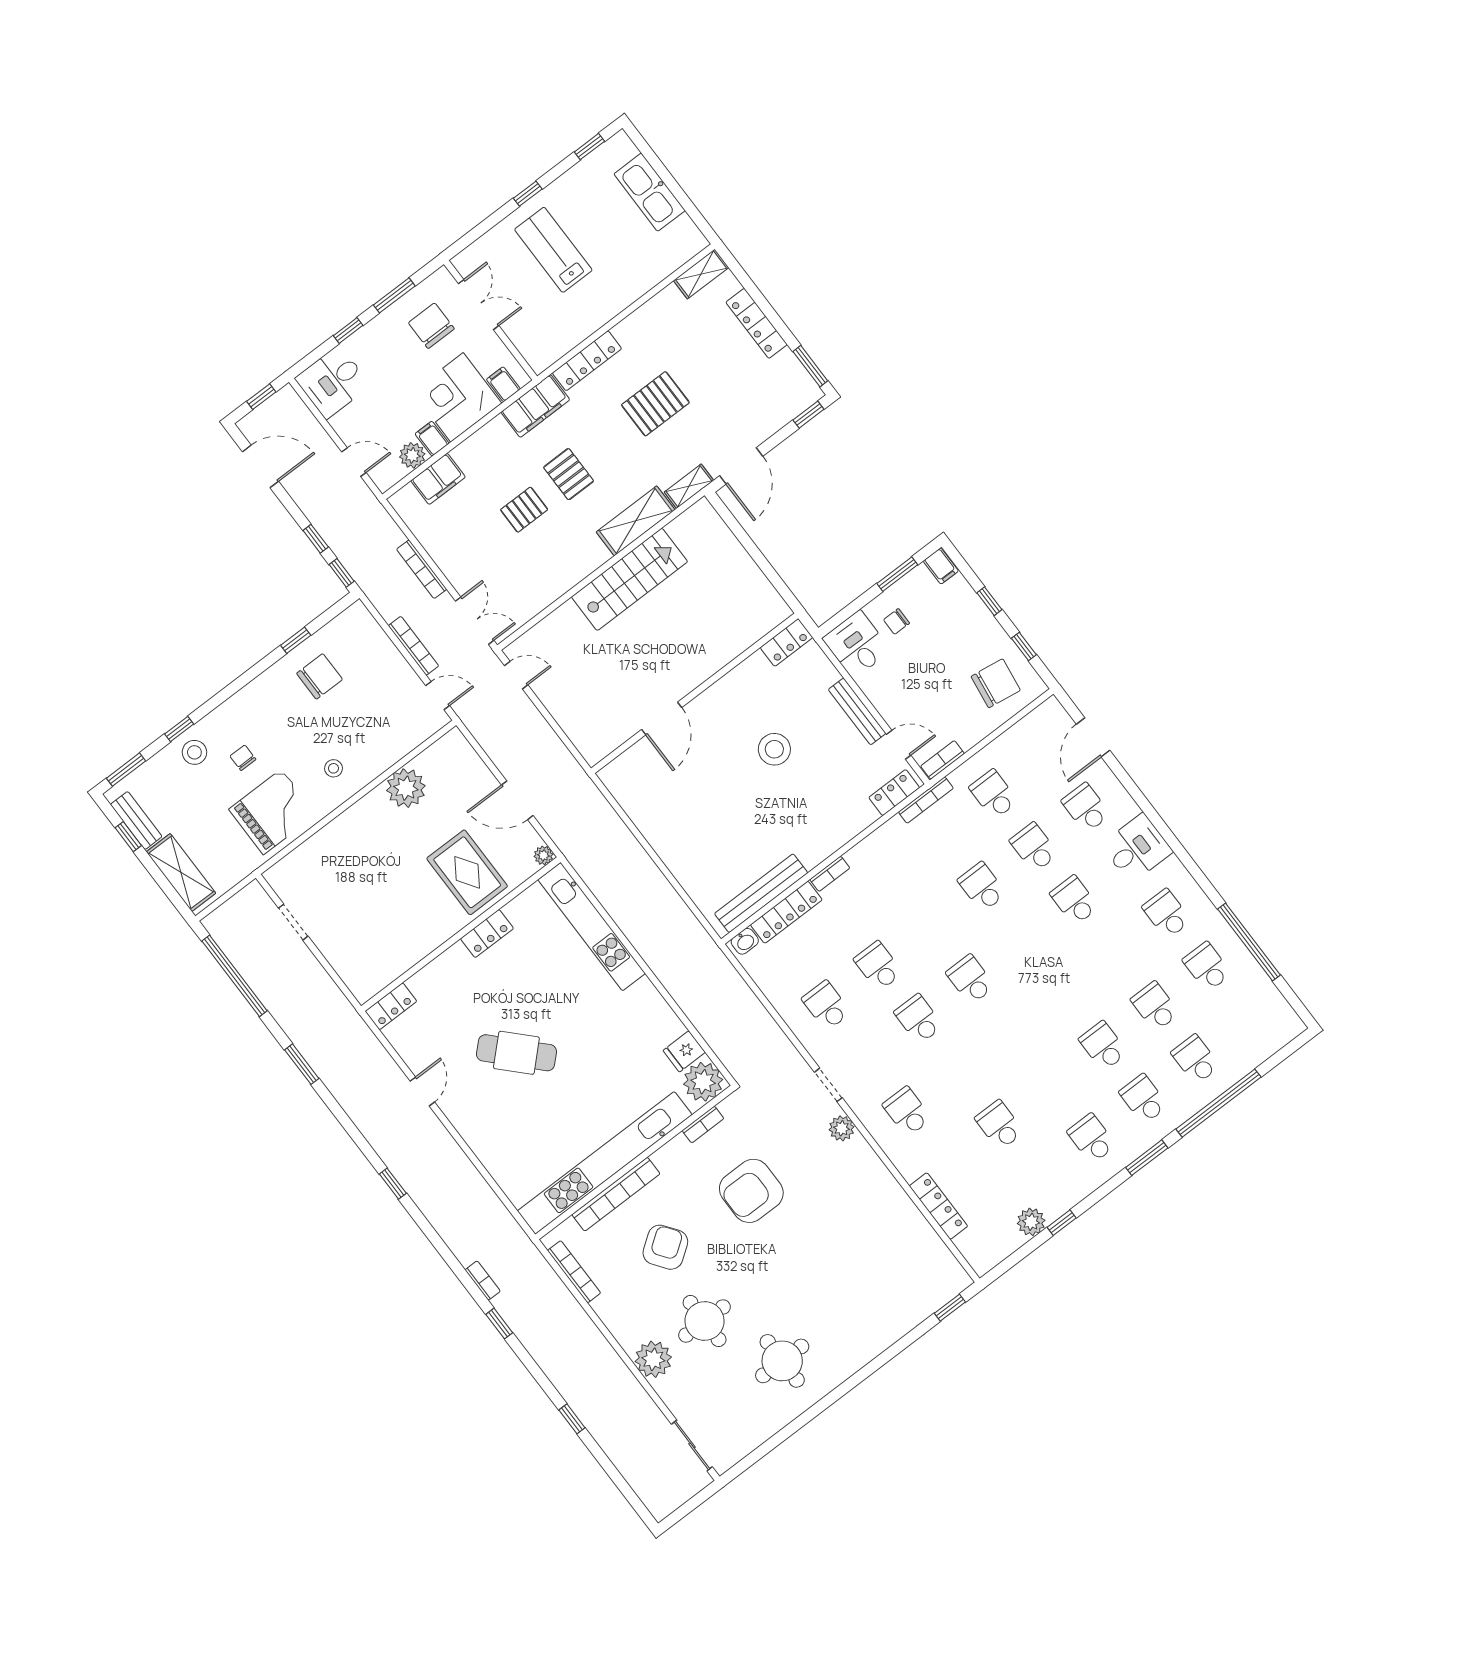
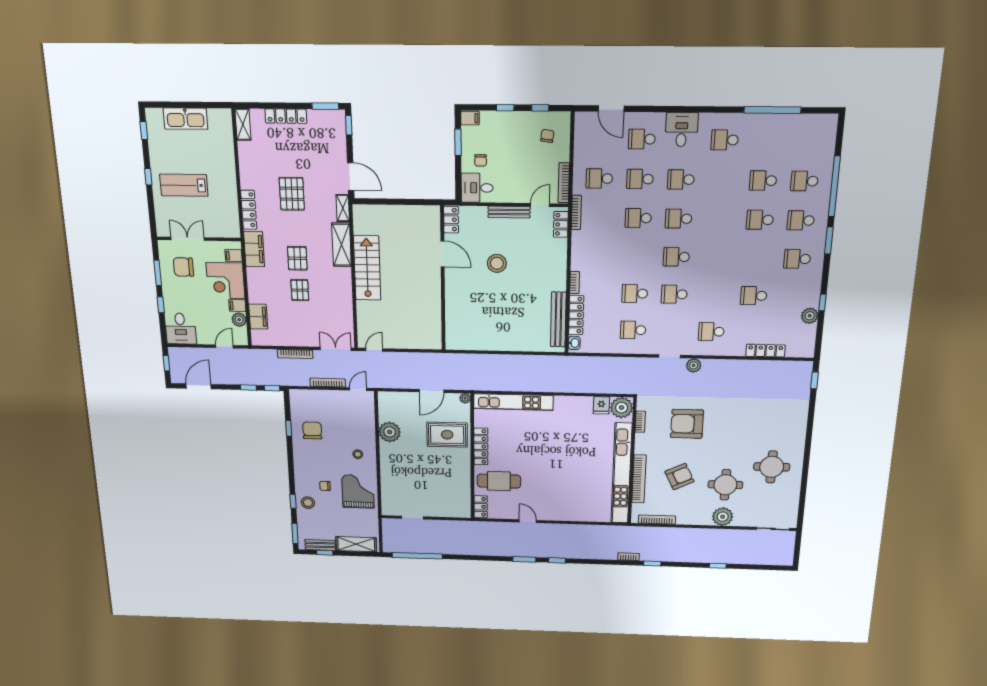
pallet: (569, 474) -> (297, 258), turned 90
chair: (996, 683) -> (547, 136), width x0.54, depth x0.54
door: (662, 718) -> (442, 254), moved
bookcase: (942, 760) -> (564, 183), width x1.56
locker: (487, 934) -> (481, 446), width x1.53
school desk: (1207, 967) -> (679, 219), moved
cafe table: (516, 1053) -> (499, 481), moved, turned 44
window: (302, 1064) -> (524, 559), moved
armchair: (751, 1191) -> (687, 424), turned 90
armchair: (665, 1247) -> (680, 477), turned 100

